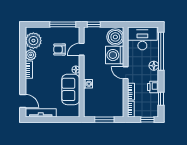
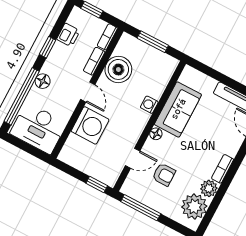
boiler: (115, 37) -> (118, 69), moved
printer: (153, 87) -> (68, 35), moved
window: (161, 99) -> (48, 47), moved

